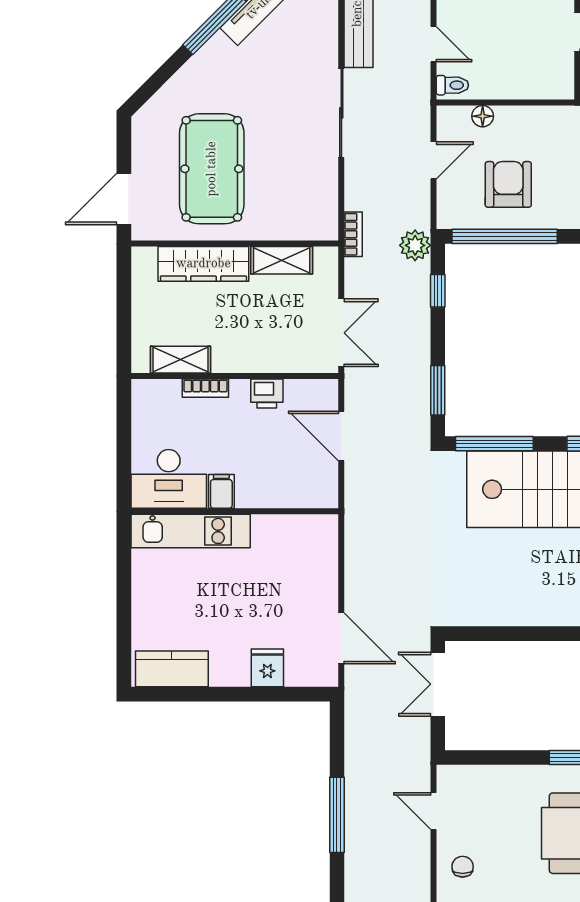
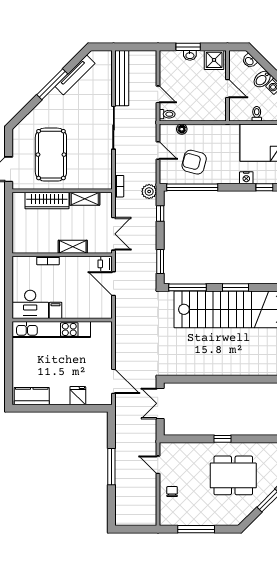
door: (433, 160) -> (158, 150), hinge flipped
armchair: (508, 184) -> (194, 162), turned -75
shelving: (180, 360) -> (73, 247), moved
printer: (267, 393) -> (105, 264), moved, turned 90
kitchen unit: (191, 531) -> (51, 329), width x1.36

